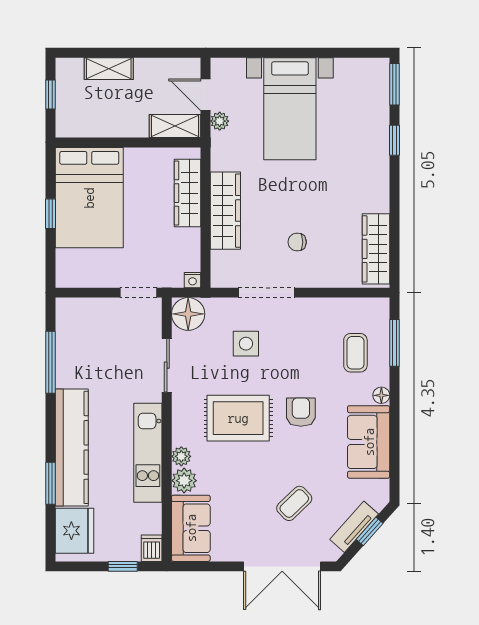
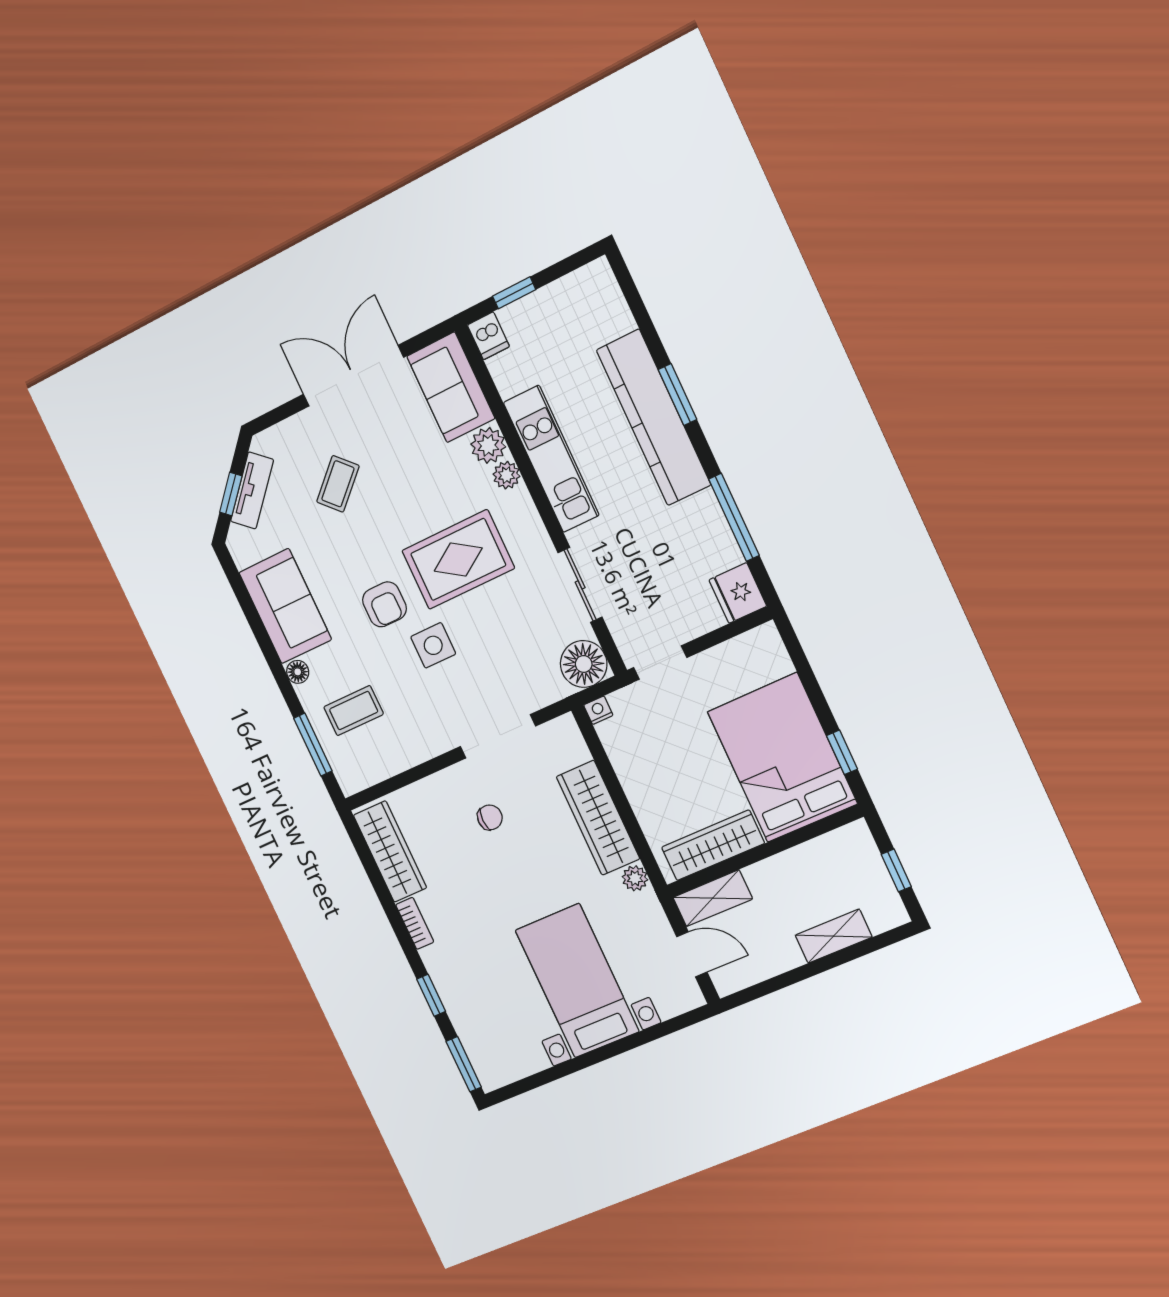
plant: (220, 121) -> (635, 878), moved
wardrobe: (188, 193) -> (713, 845), moved, turned -90
bookcase: (382, 194) -> (415, 923), added
window: (50, 214) -> (842, 752), moved
side table: (246, 344) -> (433, 645), moved
coffee table: (355, 353) -> (354, 711), turned 90
window: (50, 483) -> (677, 394), moved
fridge: (74, 531) -> (738, 593), moved, width x0.73, depth x0.75
double door: (282, 566) -> (353, 376), moved

